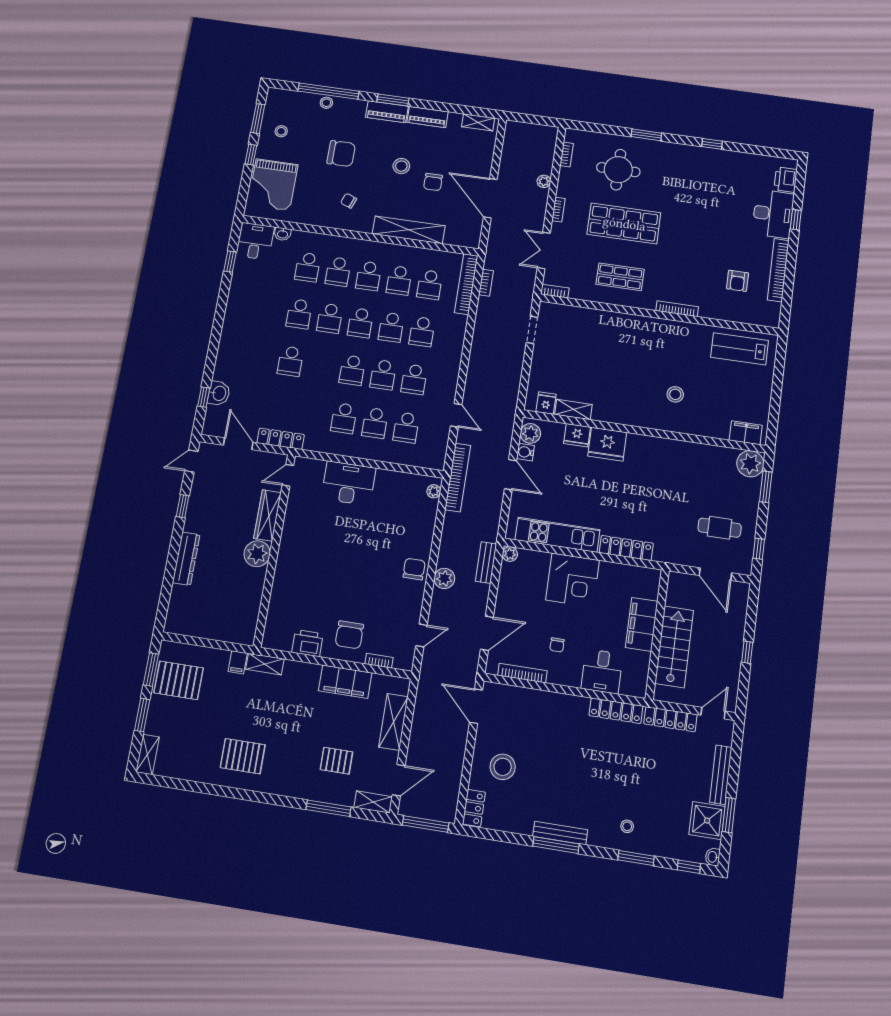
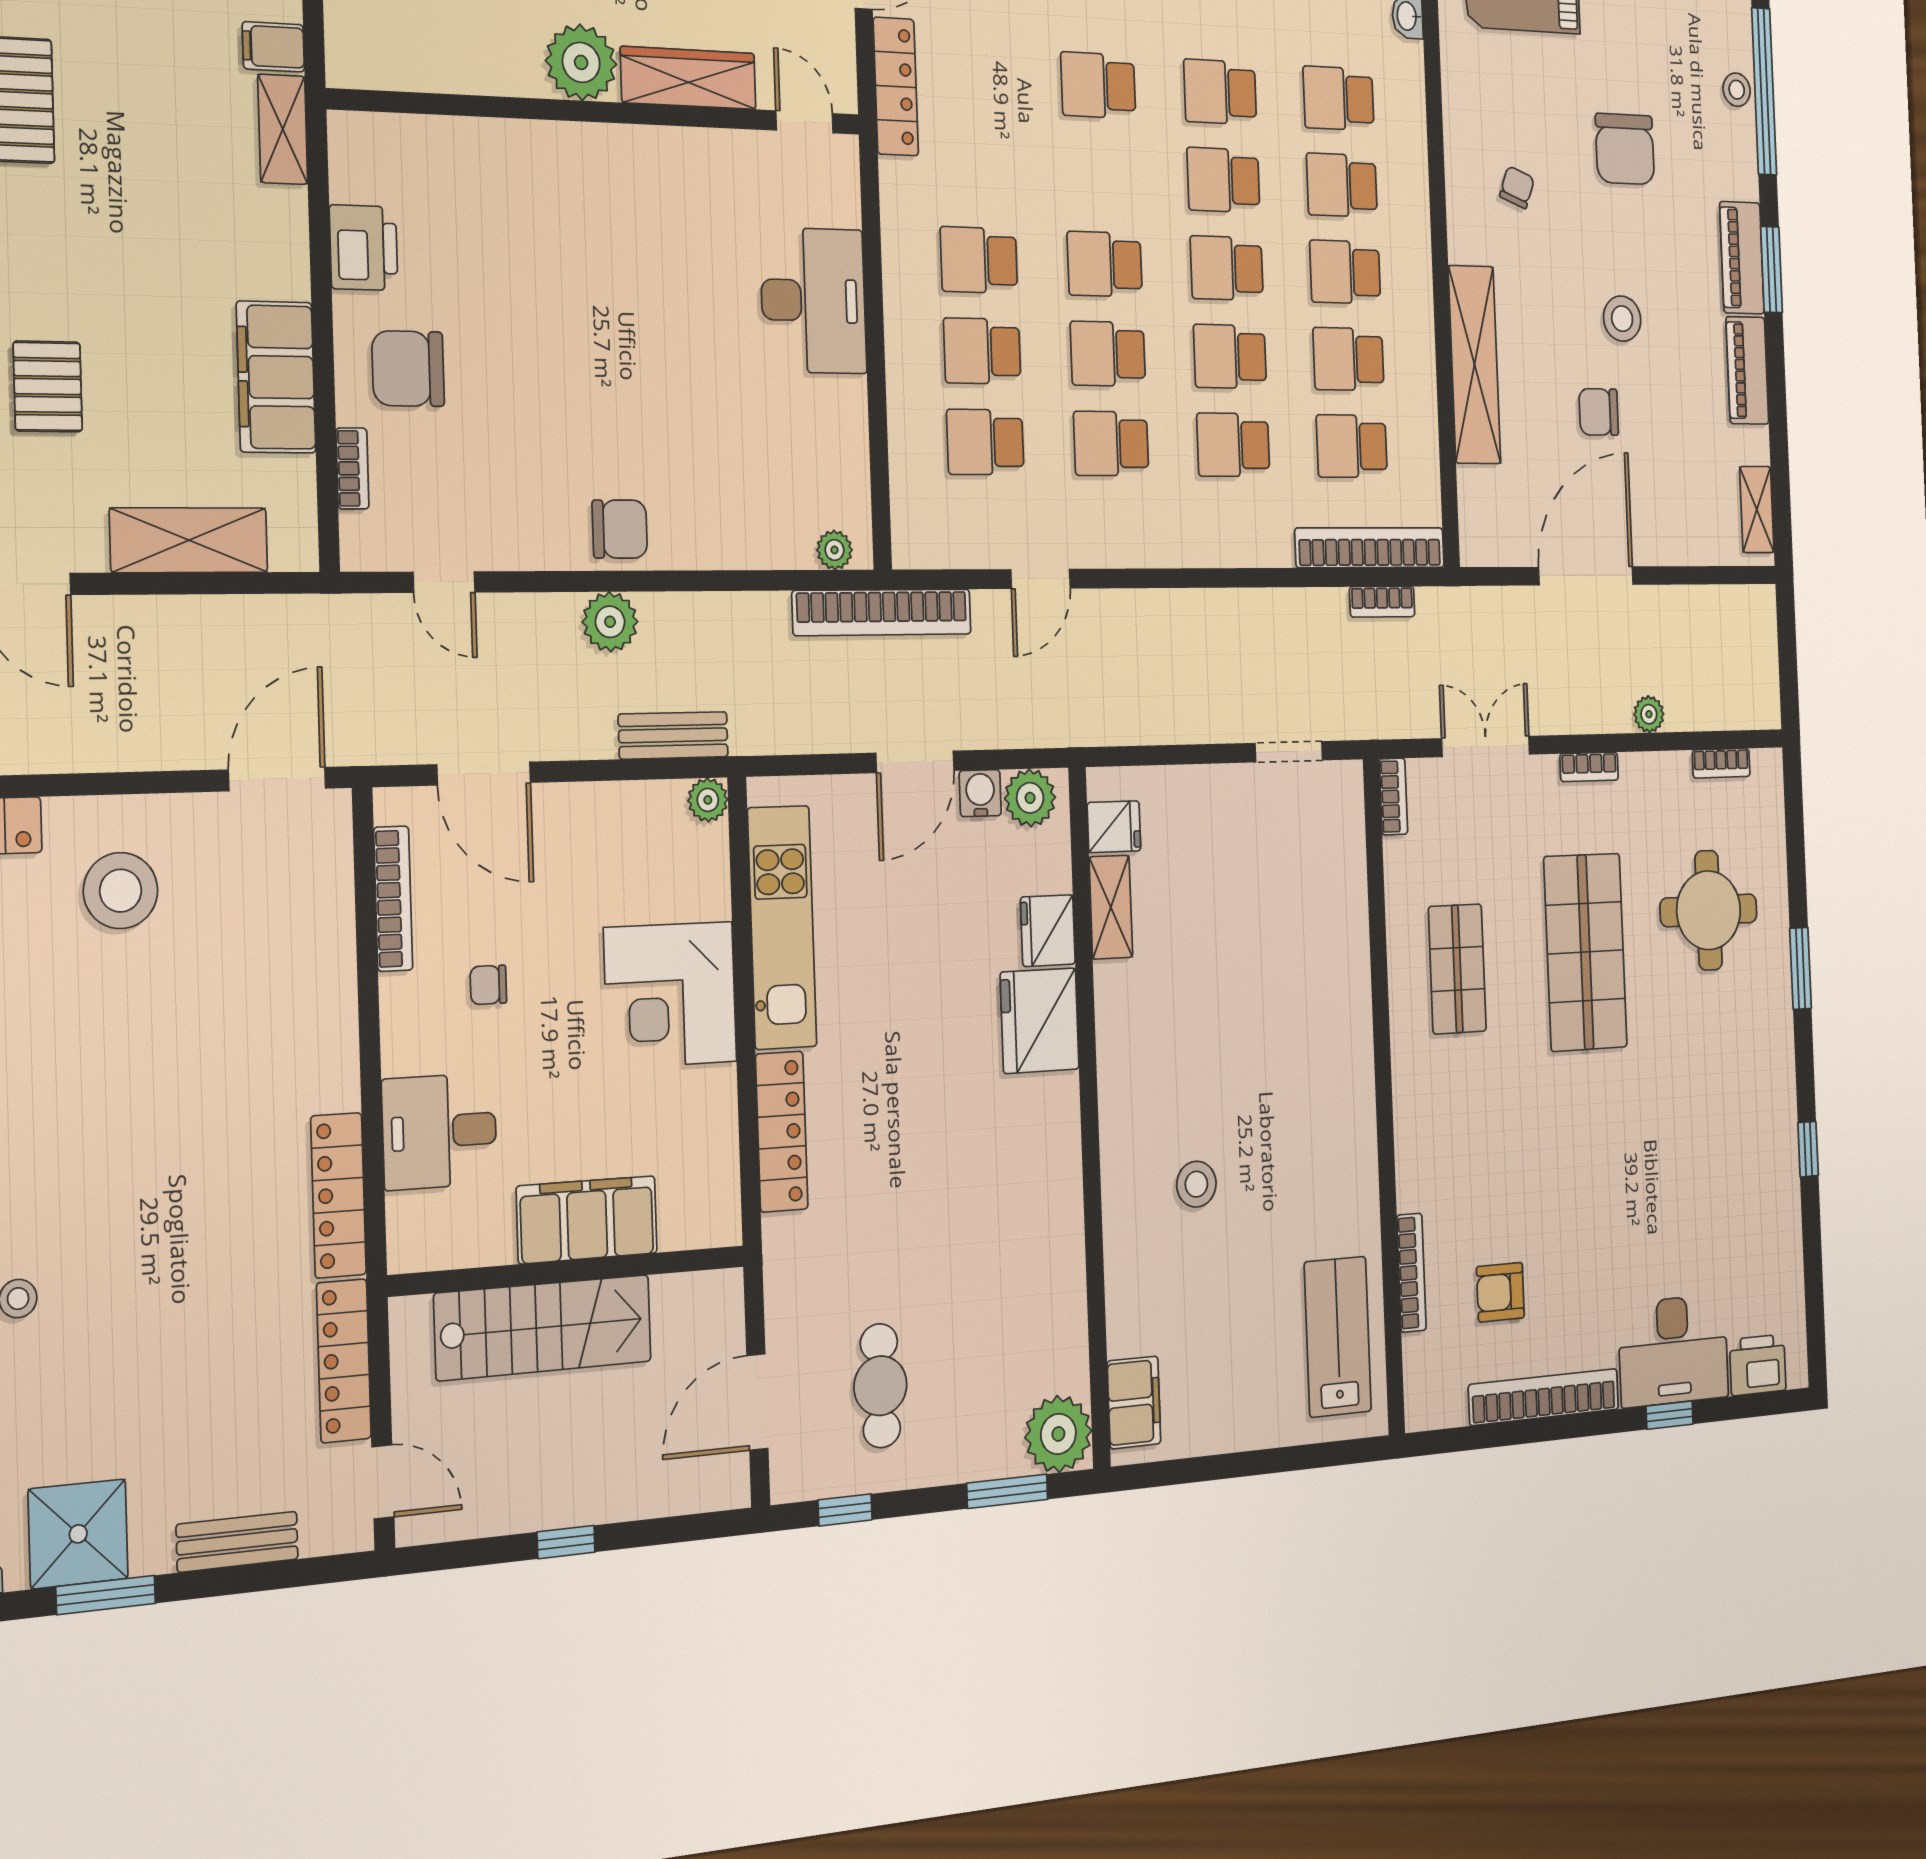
bookcase: (677, 309) -> (1411, 1273), moved
bench: (721, 775) -> (237, 1542), width x0.73

